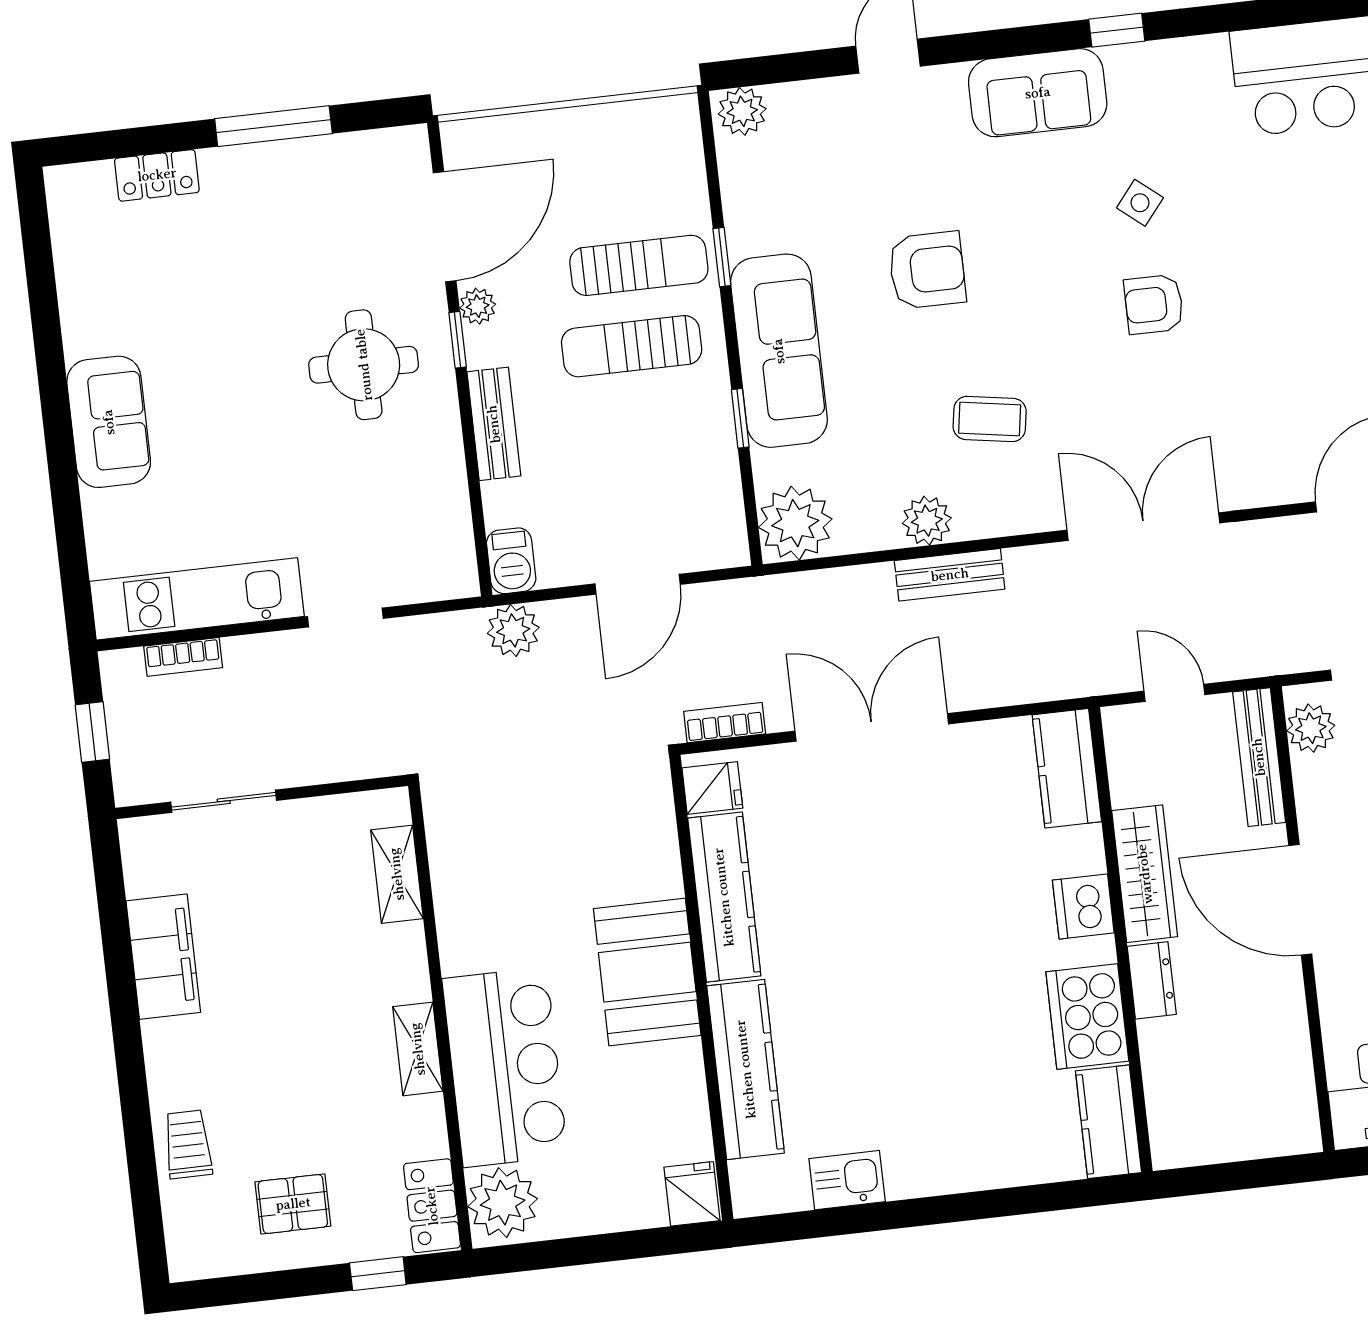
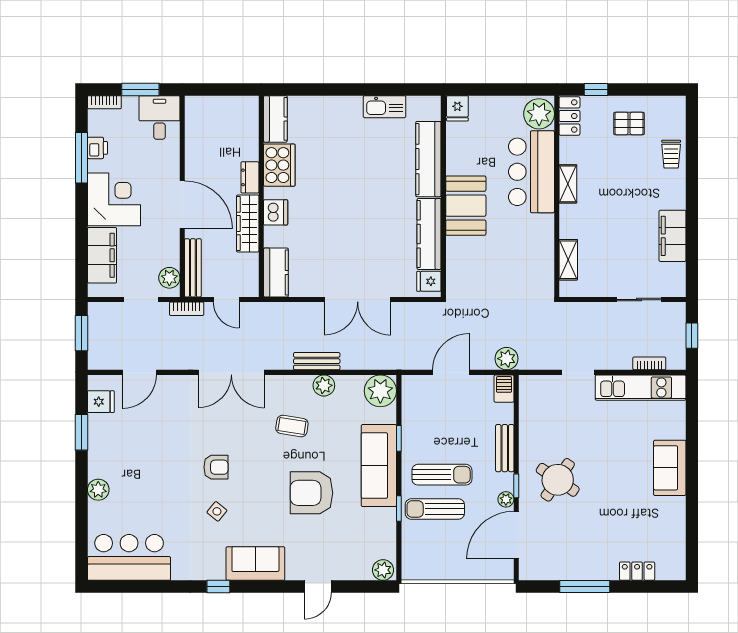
armchair: (927, 270) -> (311, 493), width x1.36, depth x1.36
round table: (364, 365) -> (558, 480), turned 34
bookcase: (725, 723) -> (187, 309), moved
kitchen sink: (847, 1180) -> (385, 107), width x1.38

